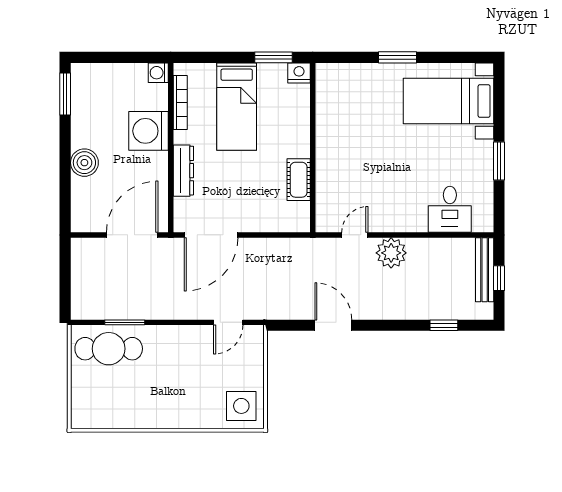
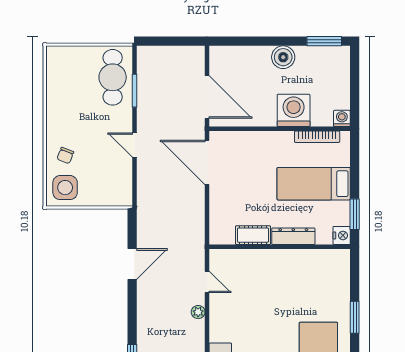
boiler: (84, 163) -> (283, 57), moved
dresser: (183, 171) -> (293, 236), moved, turned 180
plant: (391, 253) -> (198, 312), width x0.53, depth x0.53
door: (228, 322) -> (134, 145), moved
chair: (203, 406) -> (65, 155), added

